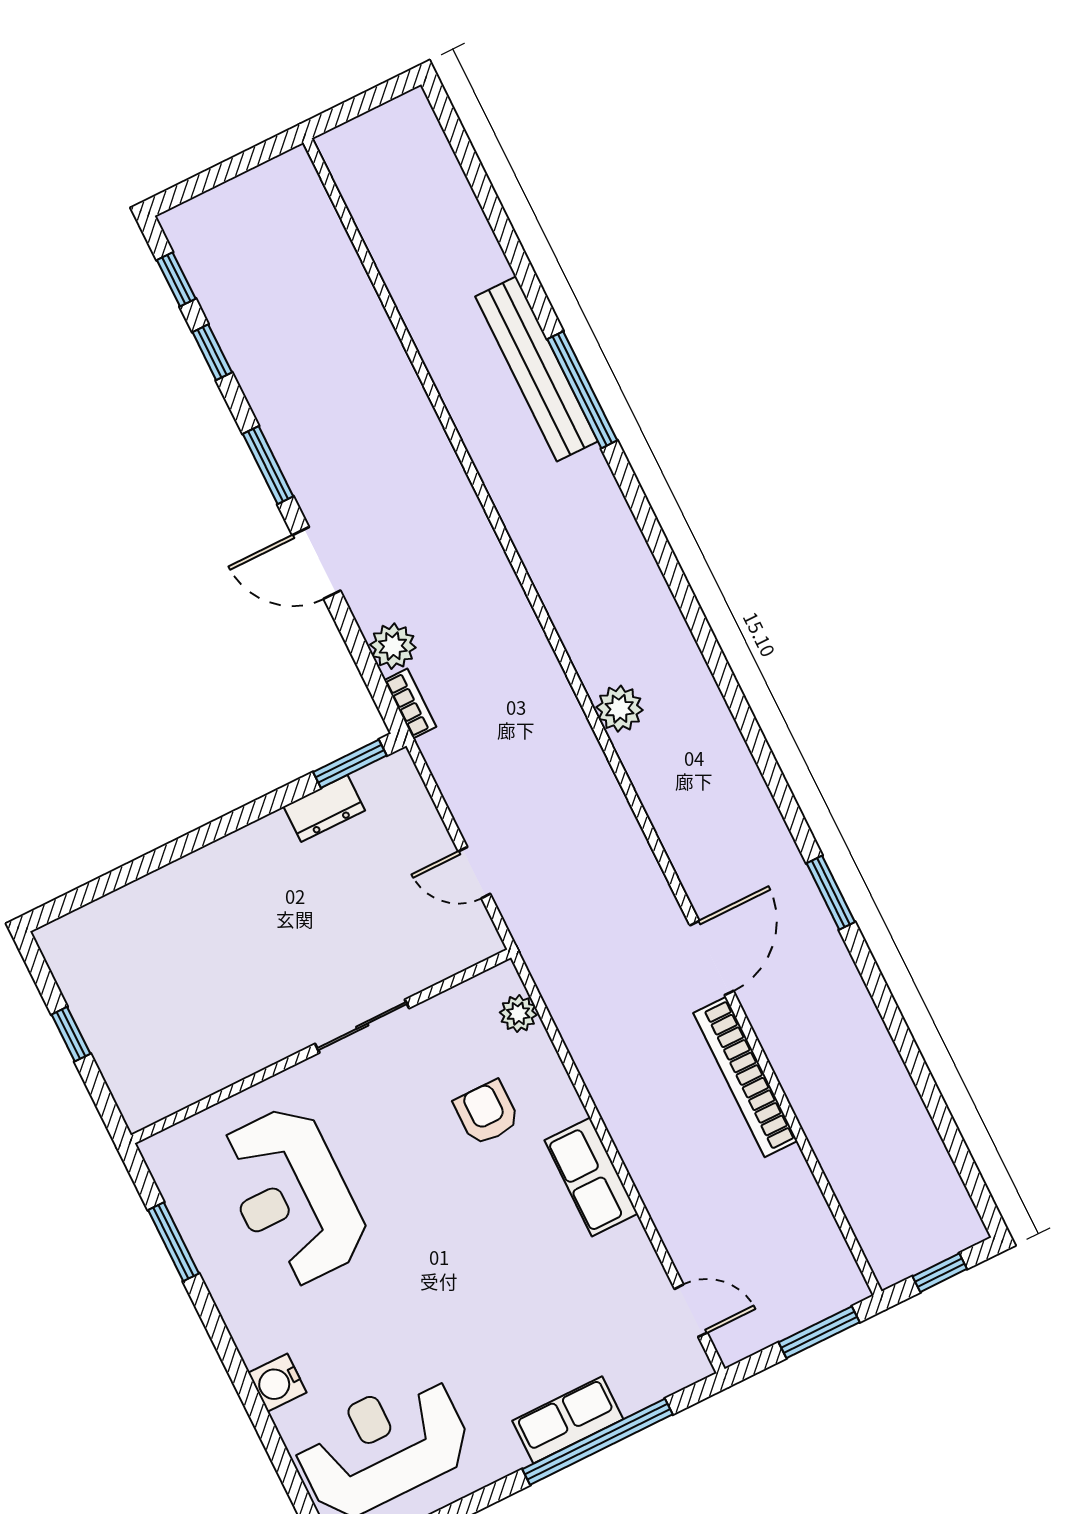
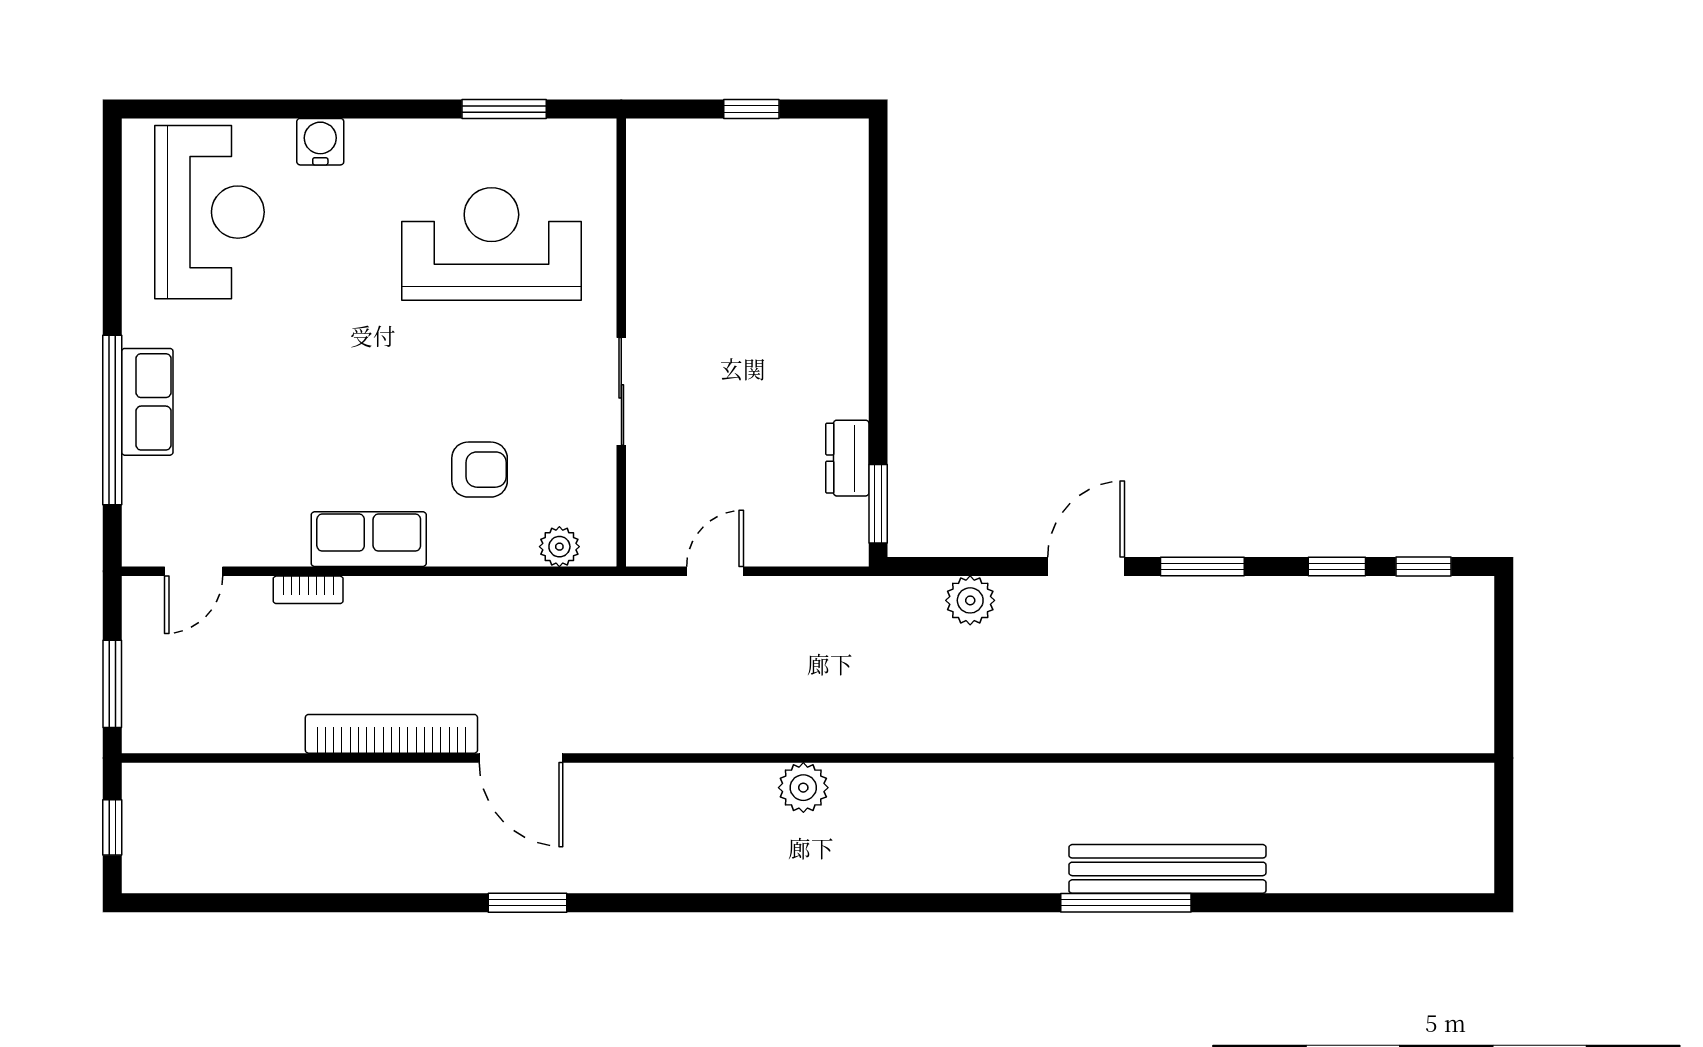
bookcase: (410, 704) -> (308, 590), moved

